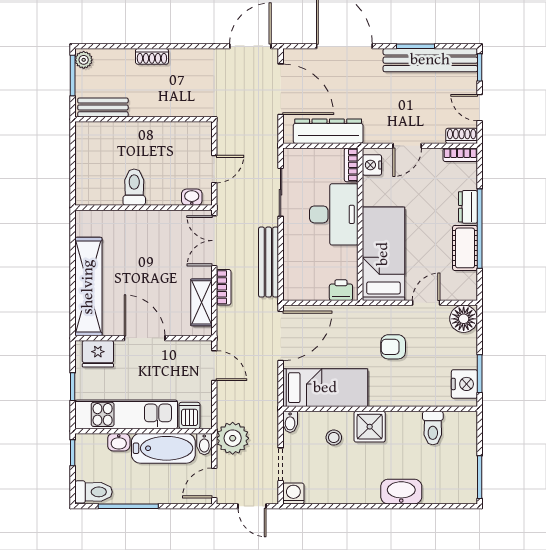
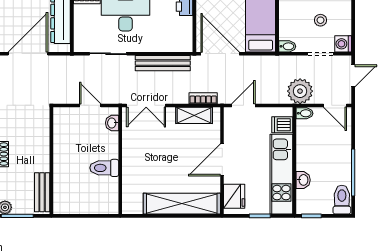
bookcase: (224, 287) -> (203, 98), moved
stool: (334, 438) -> (320, 20), moved
bathtub: (163, 448) -> (308, 145), removed

